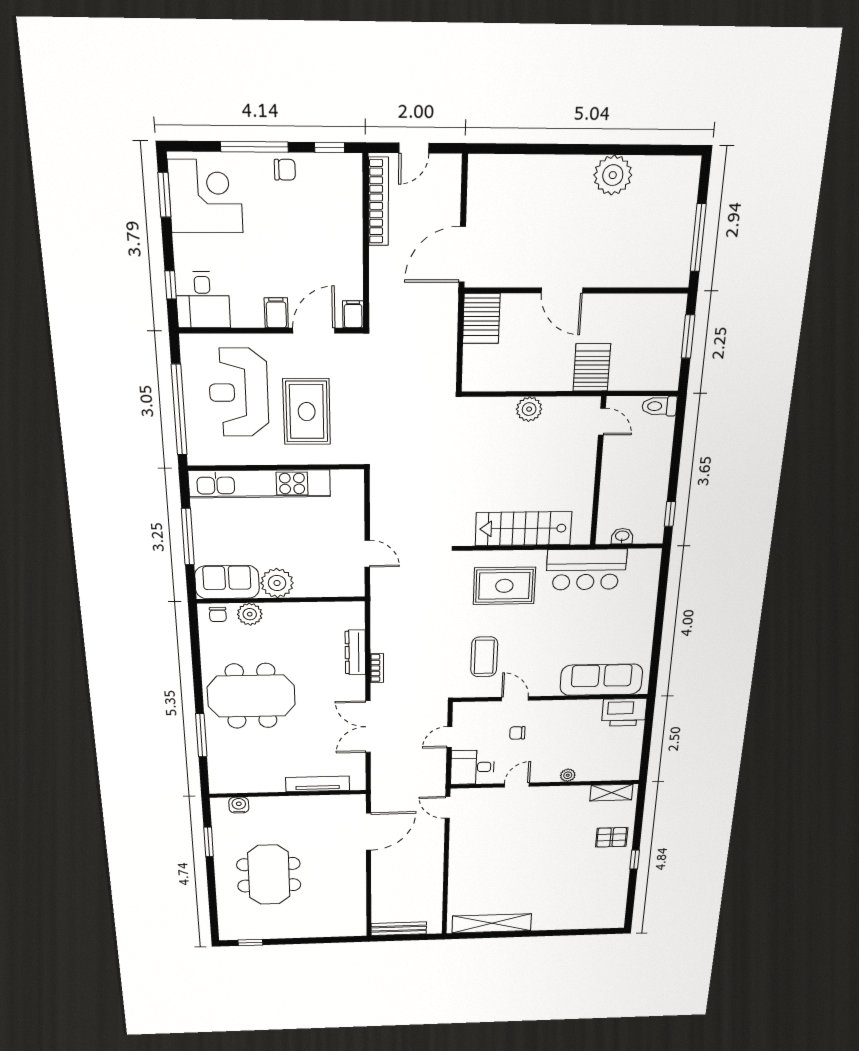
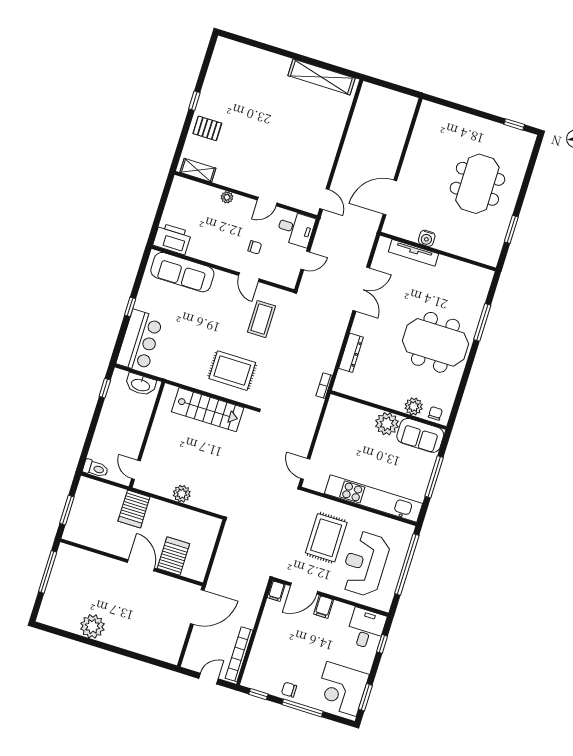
server rack: (481, 319) -> (173, 556), moved
reception desk: (239, 393) -> (365, 564), turned 180
washbasin: (622, 536) -> (141, 385), width x1.91, depth x1.45
door: (367, 554) -> (305, 469), moved
bar counter: (586, 570) -> (140, 341), moved, turned 90
window: (659, 621) -> (130, 307), added
bookcase: (377, 668) -> (324, 386), moved
water cooler: (239, 805) -> (427, 238), moved
bench: (399, 929) -> (395, 97), removed

